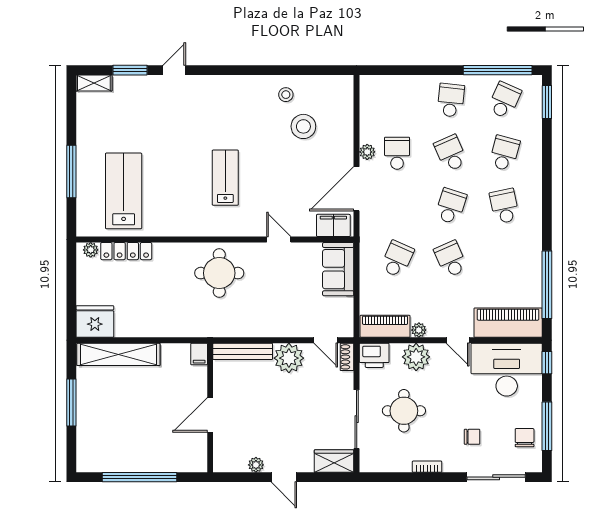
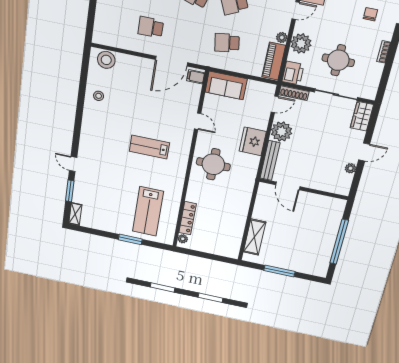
stool: (303, 126) -> (106, 60), moved
plant: (367, 152) -> (147, 48), removed
window: (71, 171) -> (130, 239), width x0.69
door: (357, 189) -> (171, 61), hinge flipped
lab bench: (124, 191) -> (148, 211), turned -90
filing cabinet: (333, 225) -> (196, 77), width x0.50
door: (279, 239) -> (198, 121), swing flipped
school desk: (397, 259) -> (227, 43), turned -33
fridge: (95, 321) -> (253, 141), moved
shelving: (118, 354) -> (255, 237), width x0.68
filing cabinet: (199, 354) -> (265, 188), removed
shoe rack: (347, 357) -> (294, 93), width x1.43
door: (210, 415) -> (288, 186), moved

